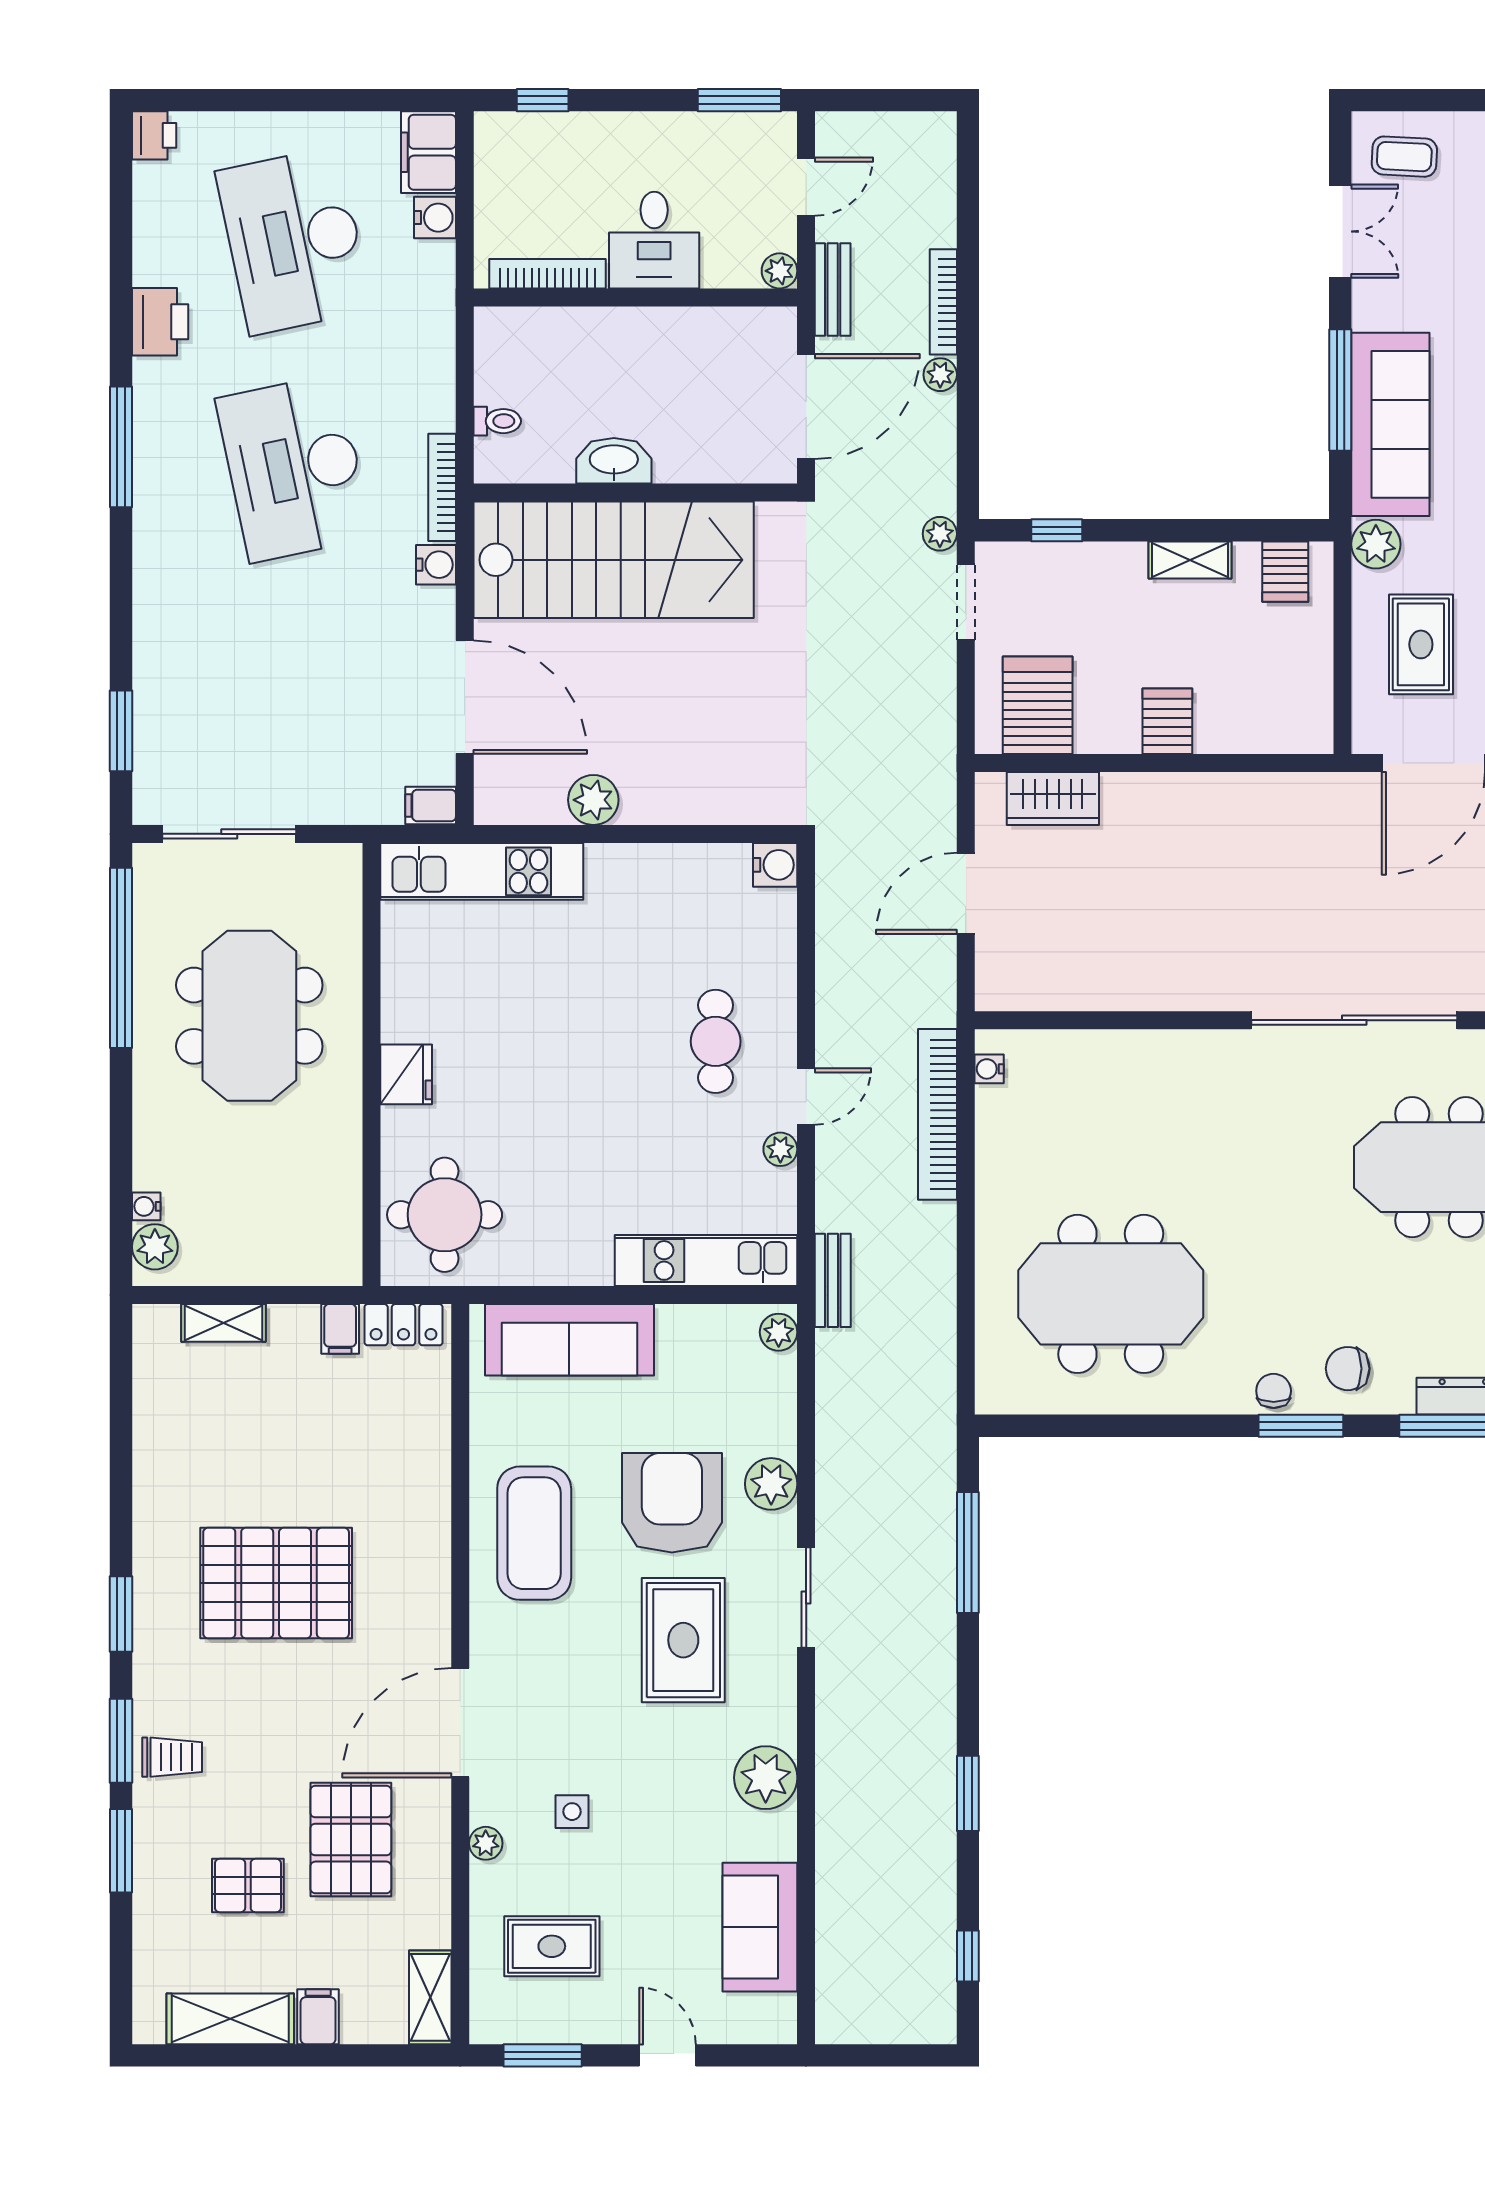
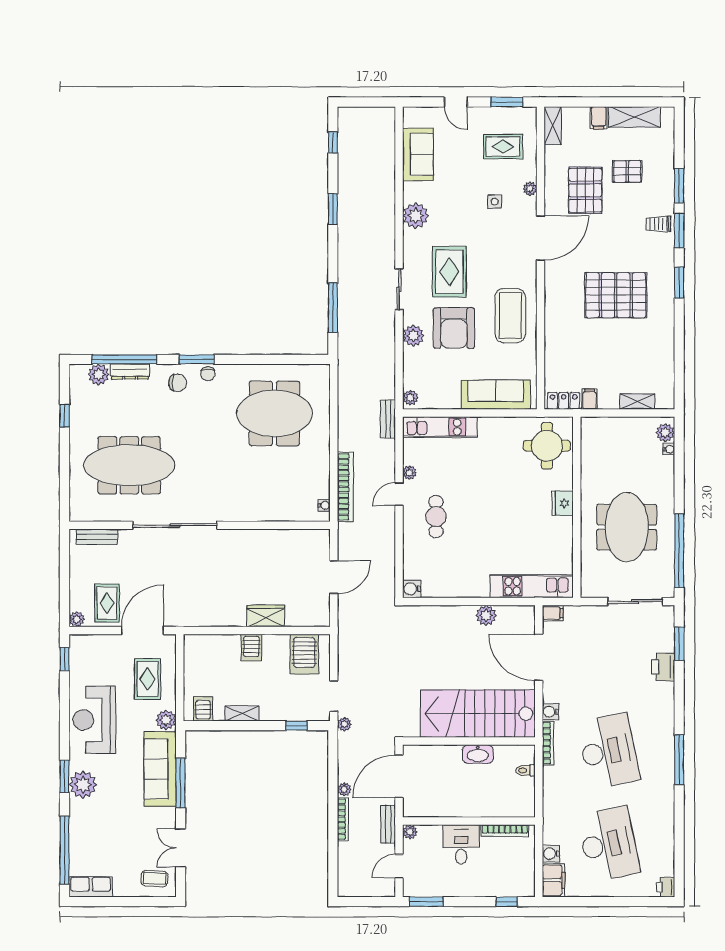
printer: (160, 322) -> (663, 667), moved
wardrobe: (1053, 799) -> (266, 616), moved

